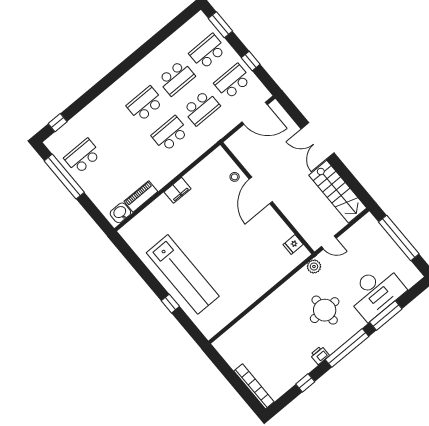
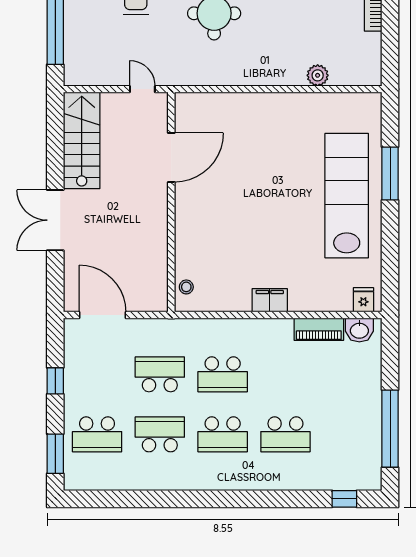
school desk: (233, 82) -> (97, 374), removed
double door: (318, 141) -> (55, 220), swing flipped
school desk: (83, 156) -> (285, 434), moved
stool: (235, 177) -> (186, 287), moved
door: (261, 190) -> (171, 157), moved
fridge: (293, 244) -> (363, 300), moved, turned -90
plant: (314, 267) -> (318, 75), moved
window: (170, 304) -> (390, 173), width x2.17

